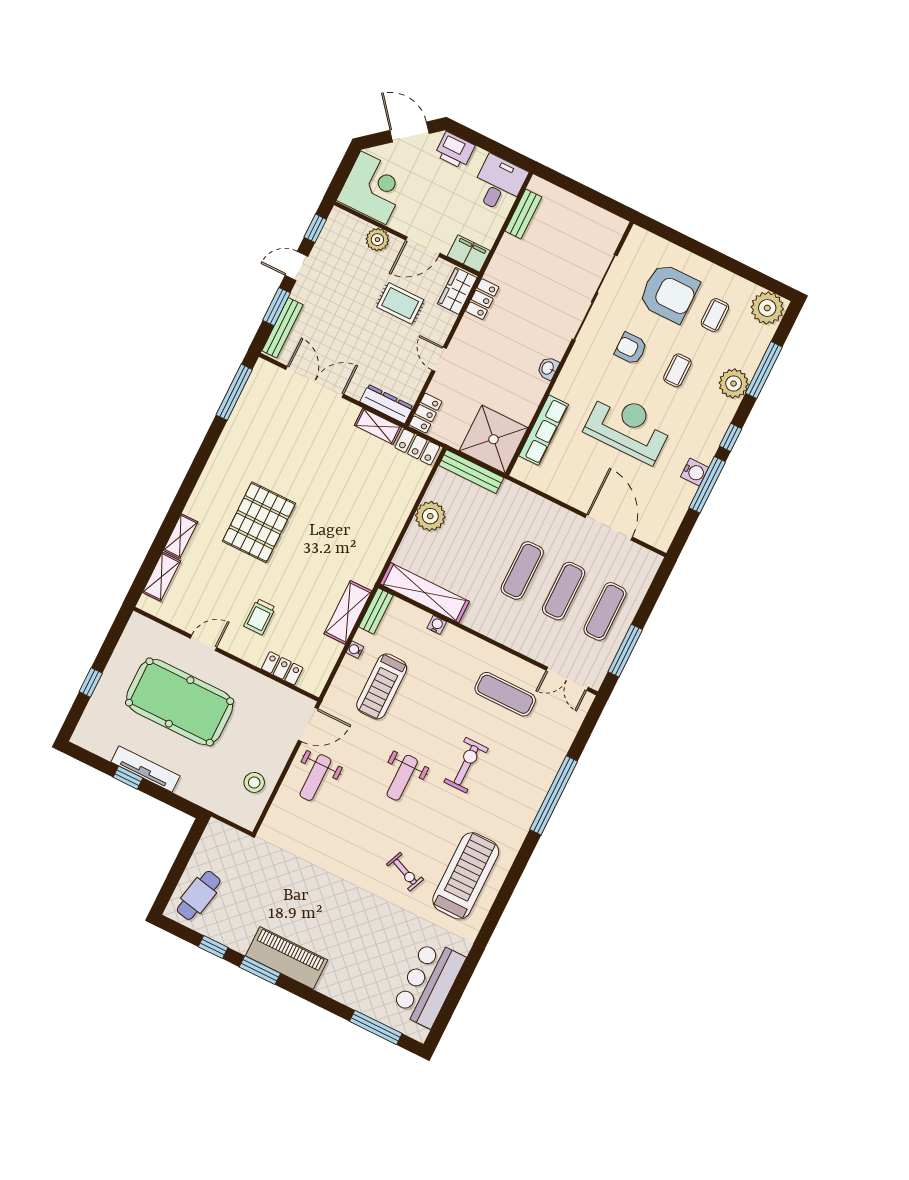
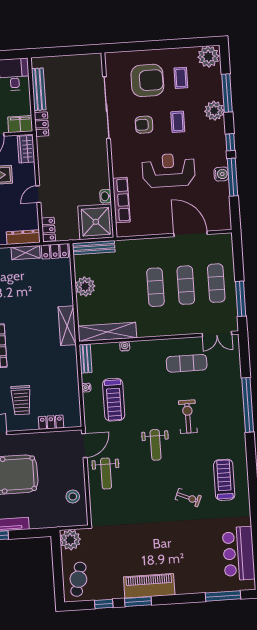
bench: (523, 214) -> (39, 89), width x1.36
locker: (482, 299) -> (42, 124), moved
door: (439, 359) -> (38, 194), hinge flipped
washbasin: (548, 368) -> (106, 196), moved
shelving: (348, 612) -> (67, 326), moved
trolley: (260, 617) -> (21, 400), width x1.36, depth x1.39
plant: (218, 837) -> (70, 540), added
treadmill: (466, 876) -> (224, 480), width x0.73, depth x0.73

